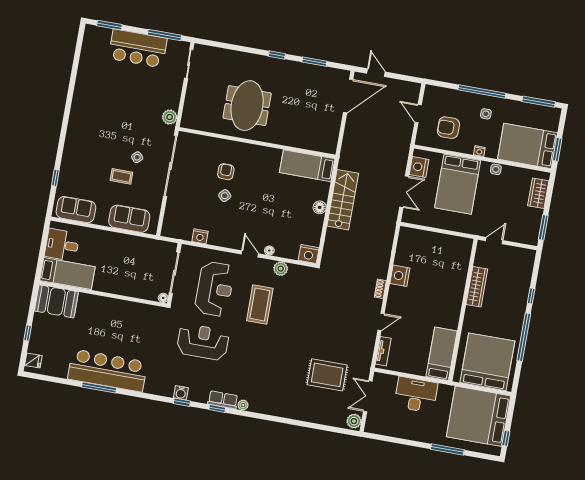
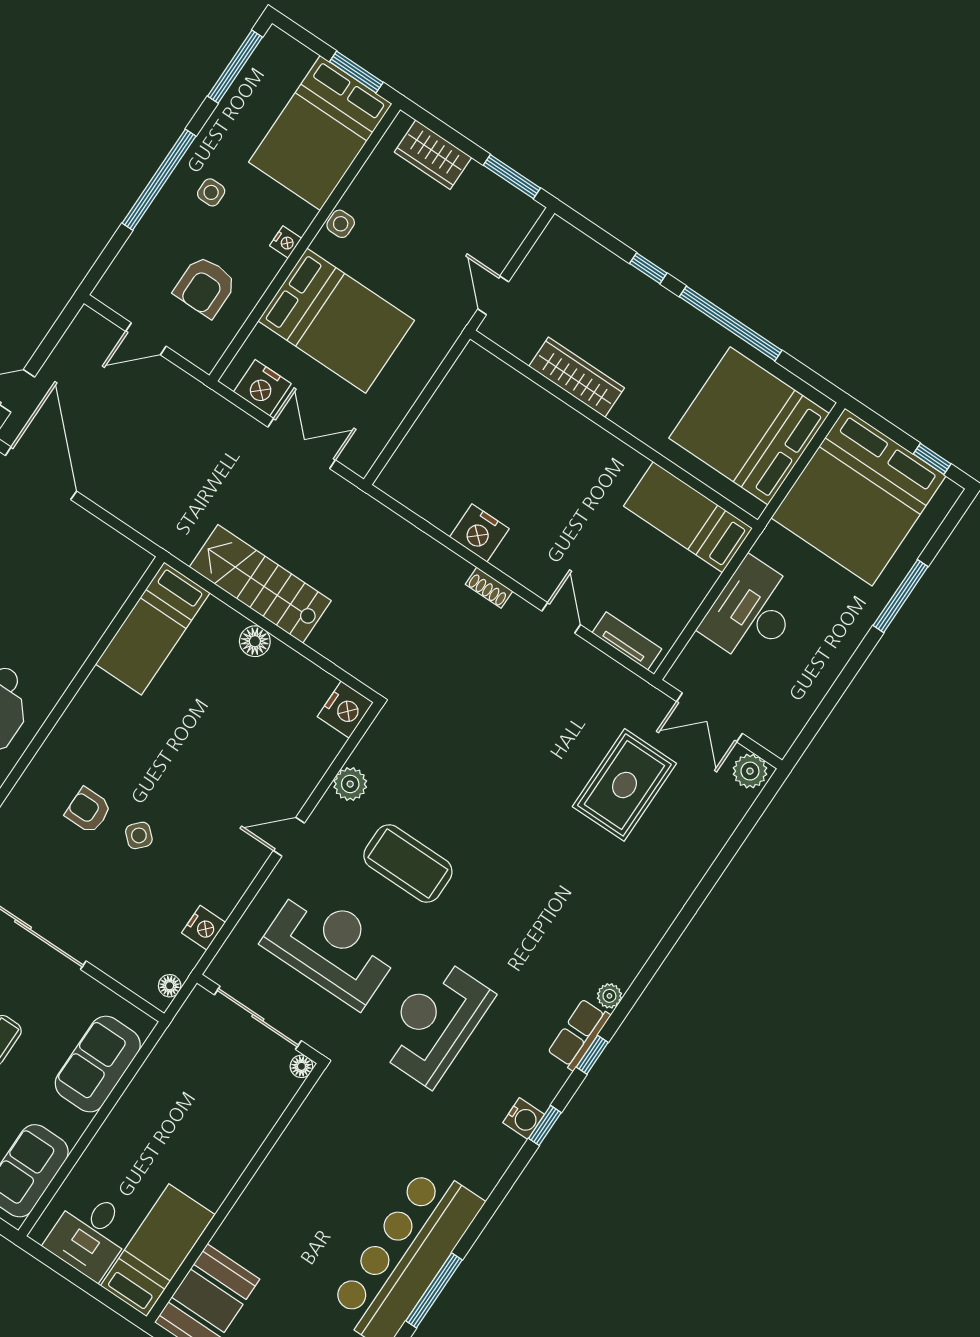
floor lamp: (269, 251) -> (170, 986), moved

